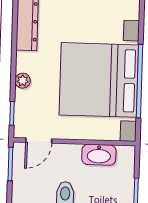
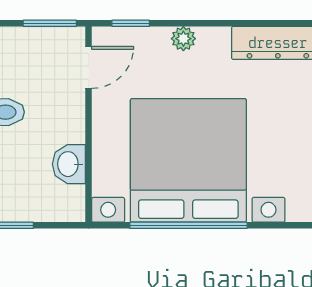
door: (39, 141) -> (89, 67), swing flipped
washbasin: (99, 155) -> (69, 164), width x0.72

